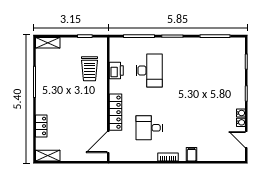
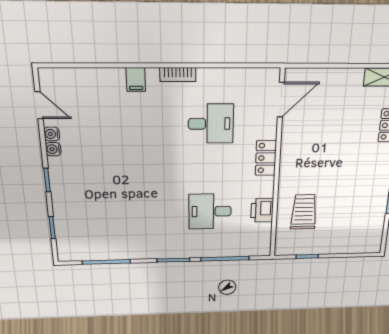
shelving: (48, 43) -> (364, 246), removed
desk: (149, 71) -> (210, 211), width x0.73
locker: (115, 112) -> (266, 158), width x0.66

